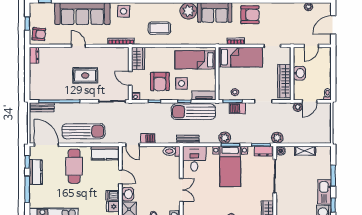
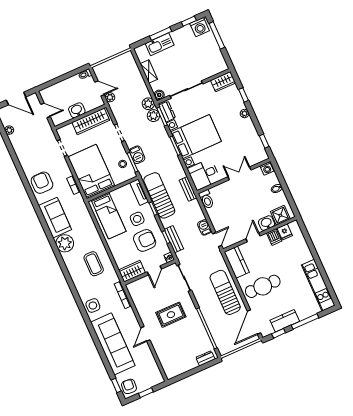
armchair: (39, 34) -> (129, 386), moved
dresser: (34, 55) -> (205, 358), moved
bed: (240, 57) -> (91, 172), width x1.50
rug: (85, 75) -> (171, 315), turned 90
bench: (42, 107) -> (174, 239), moved
sun lounger: (193, 112) -> (159, 195), turned 180
plant: (225, 138) -> (153, 116), moved
bed with nightstands: (230, 166) -> (196, 137), width x1.36
kitchen sink: (325, 192) -> (160, 44), moved

